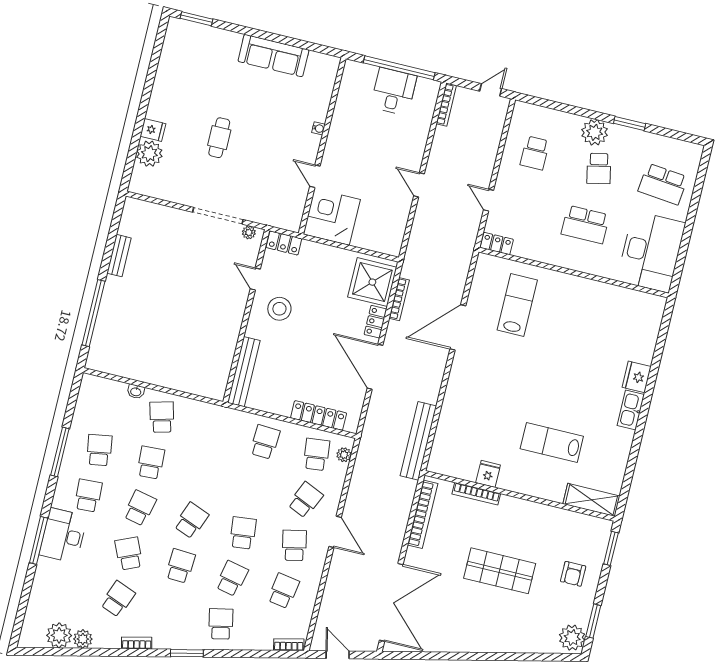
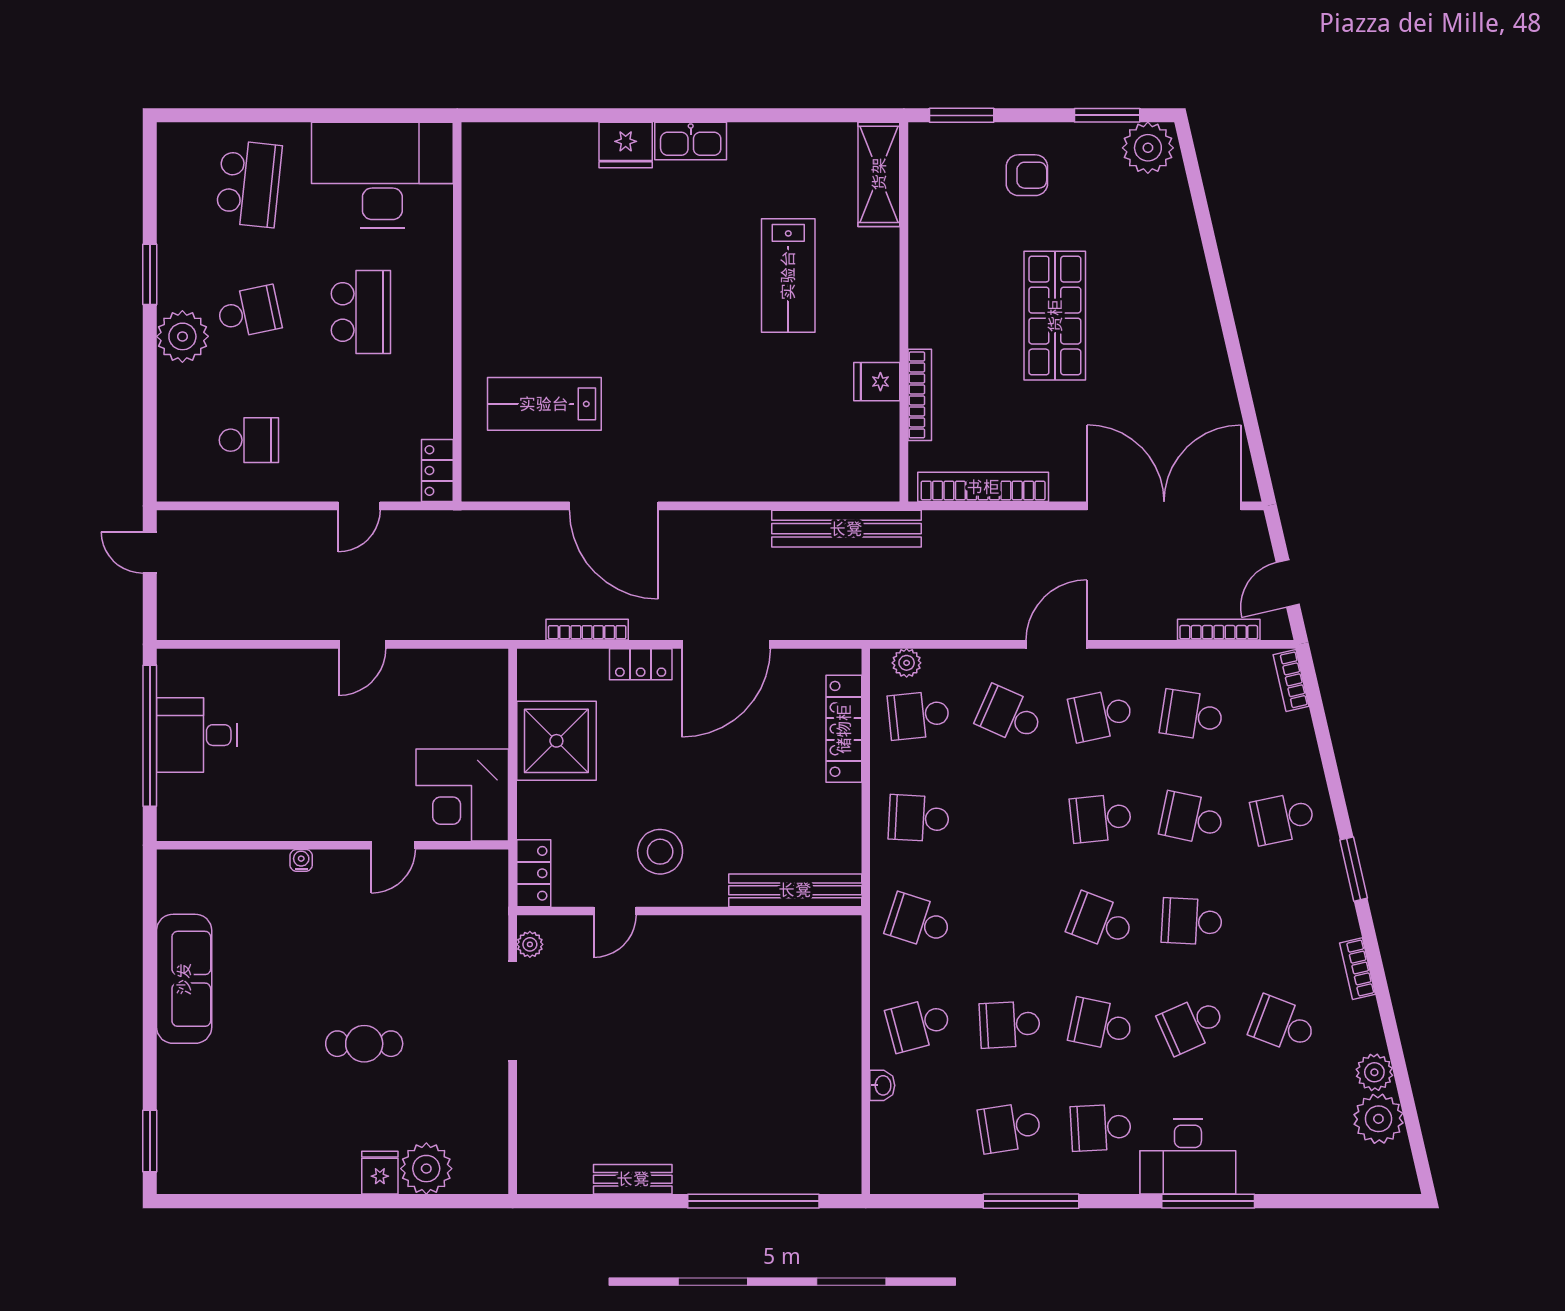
bookcase: (446, 105) -> (1219, 630), moved
shower: (372, 282) -> (556, 741), moved
school desk: (213, 430) -> (919, 921), added

